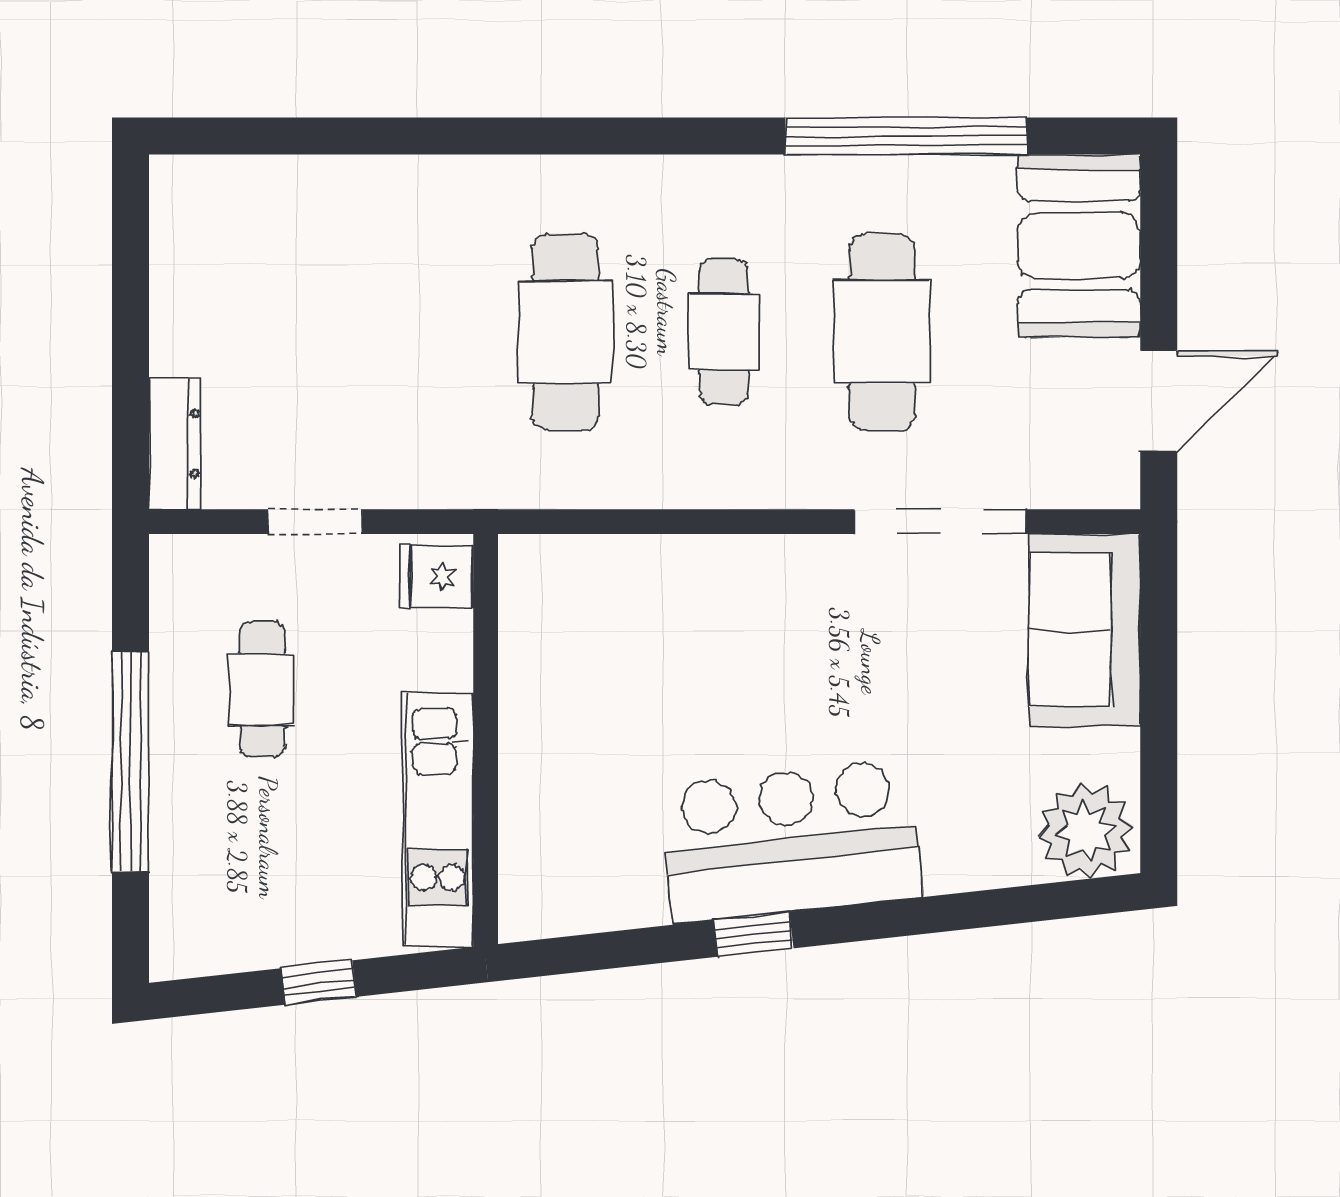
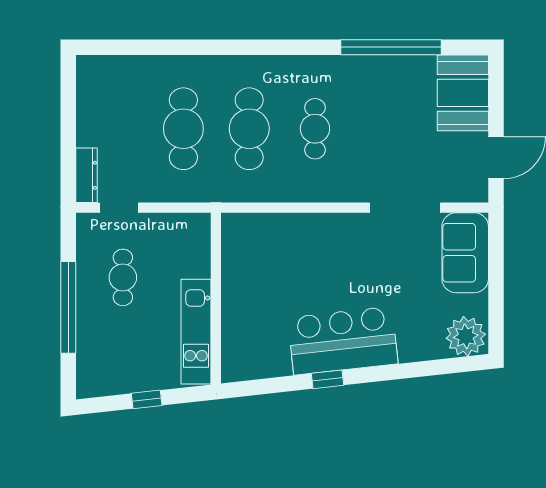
cafe table: (882, 332) -> (183, 129), moved
doorway: (315, 522) -> (119, 208), moved
fridge: (436, 577) -> (195, 231), removed

